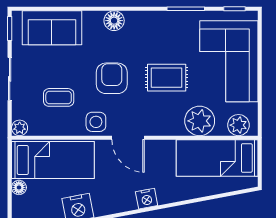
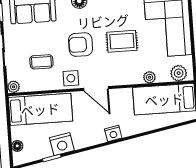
armchair: (112, 78) -> (81, 45), turned -90
plant: (200, 121) -> (149, 77), width x0.53, depth x0.53
floor lamp: (19, 187) -> (17, 146), moved

